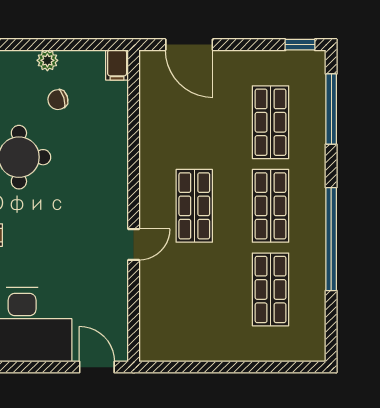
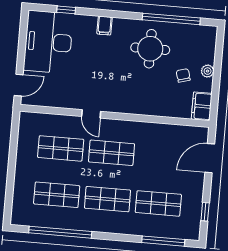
window: (300, 45) -> (205, 212), moved
filing cabinet: (117, 65) -> (202, 106), width x2.00
window: (331, 239) -> (60, 232), moved
shop shelf: (194, 289) -> (61, 148), added

